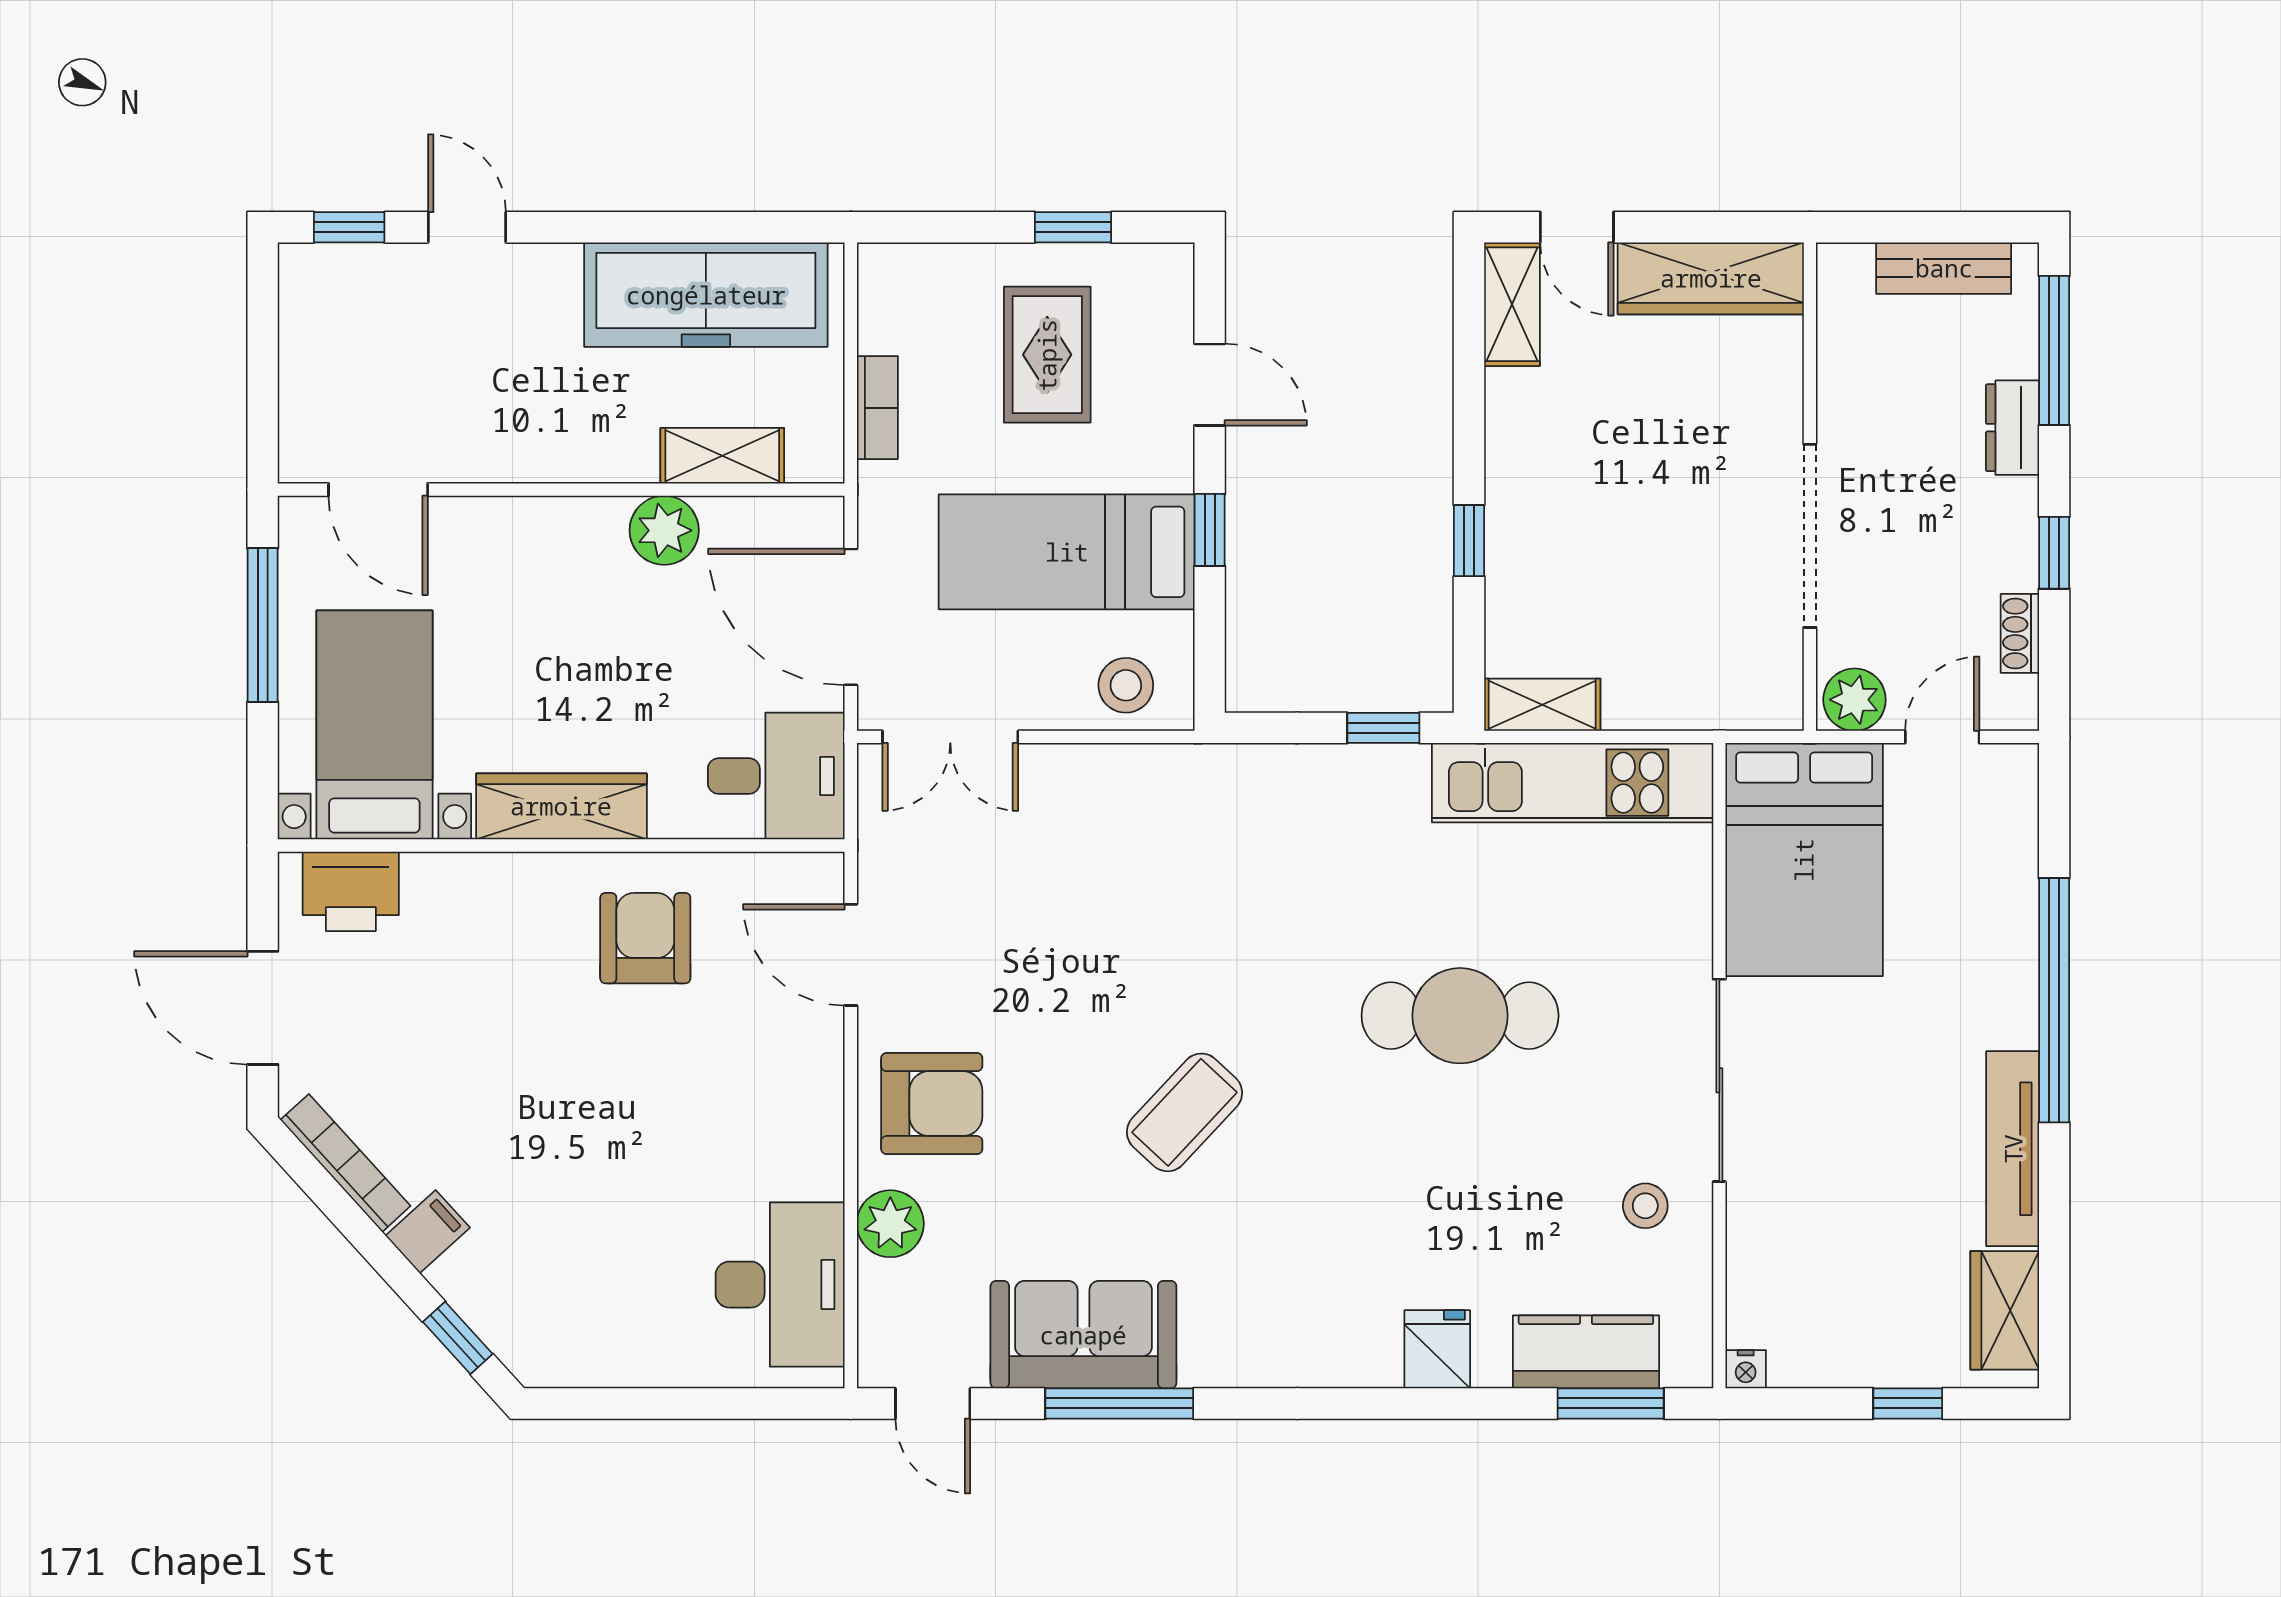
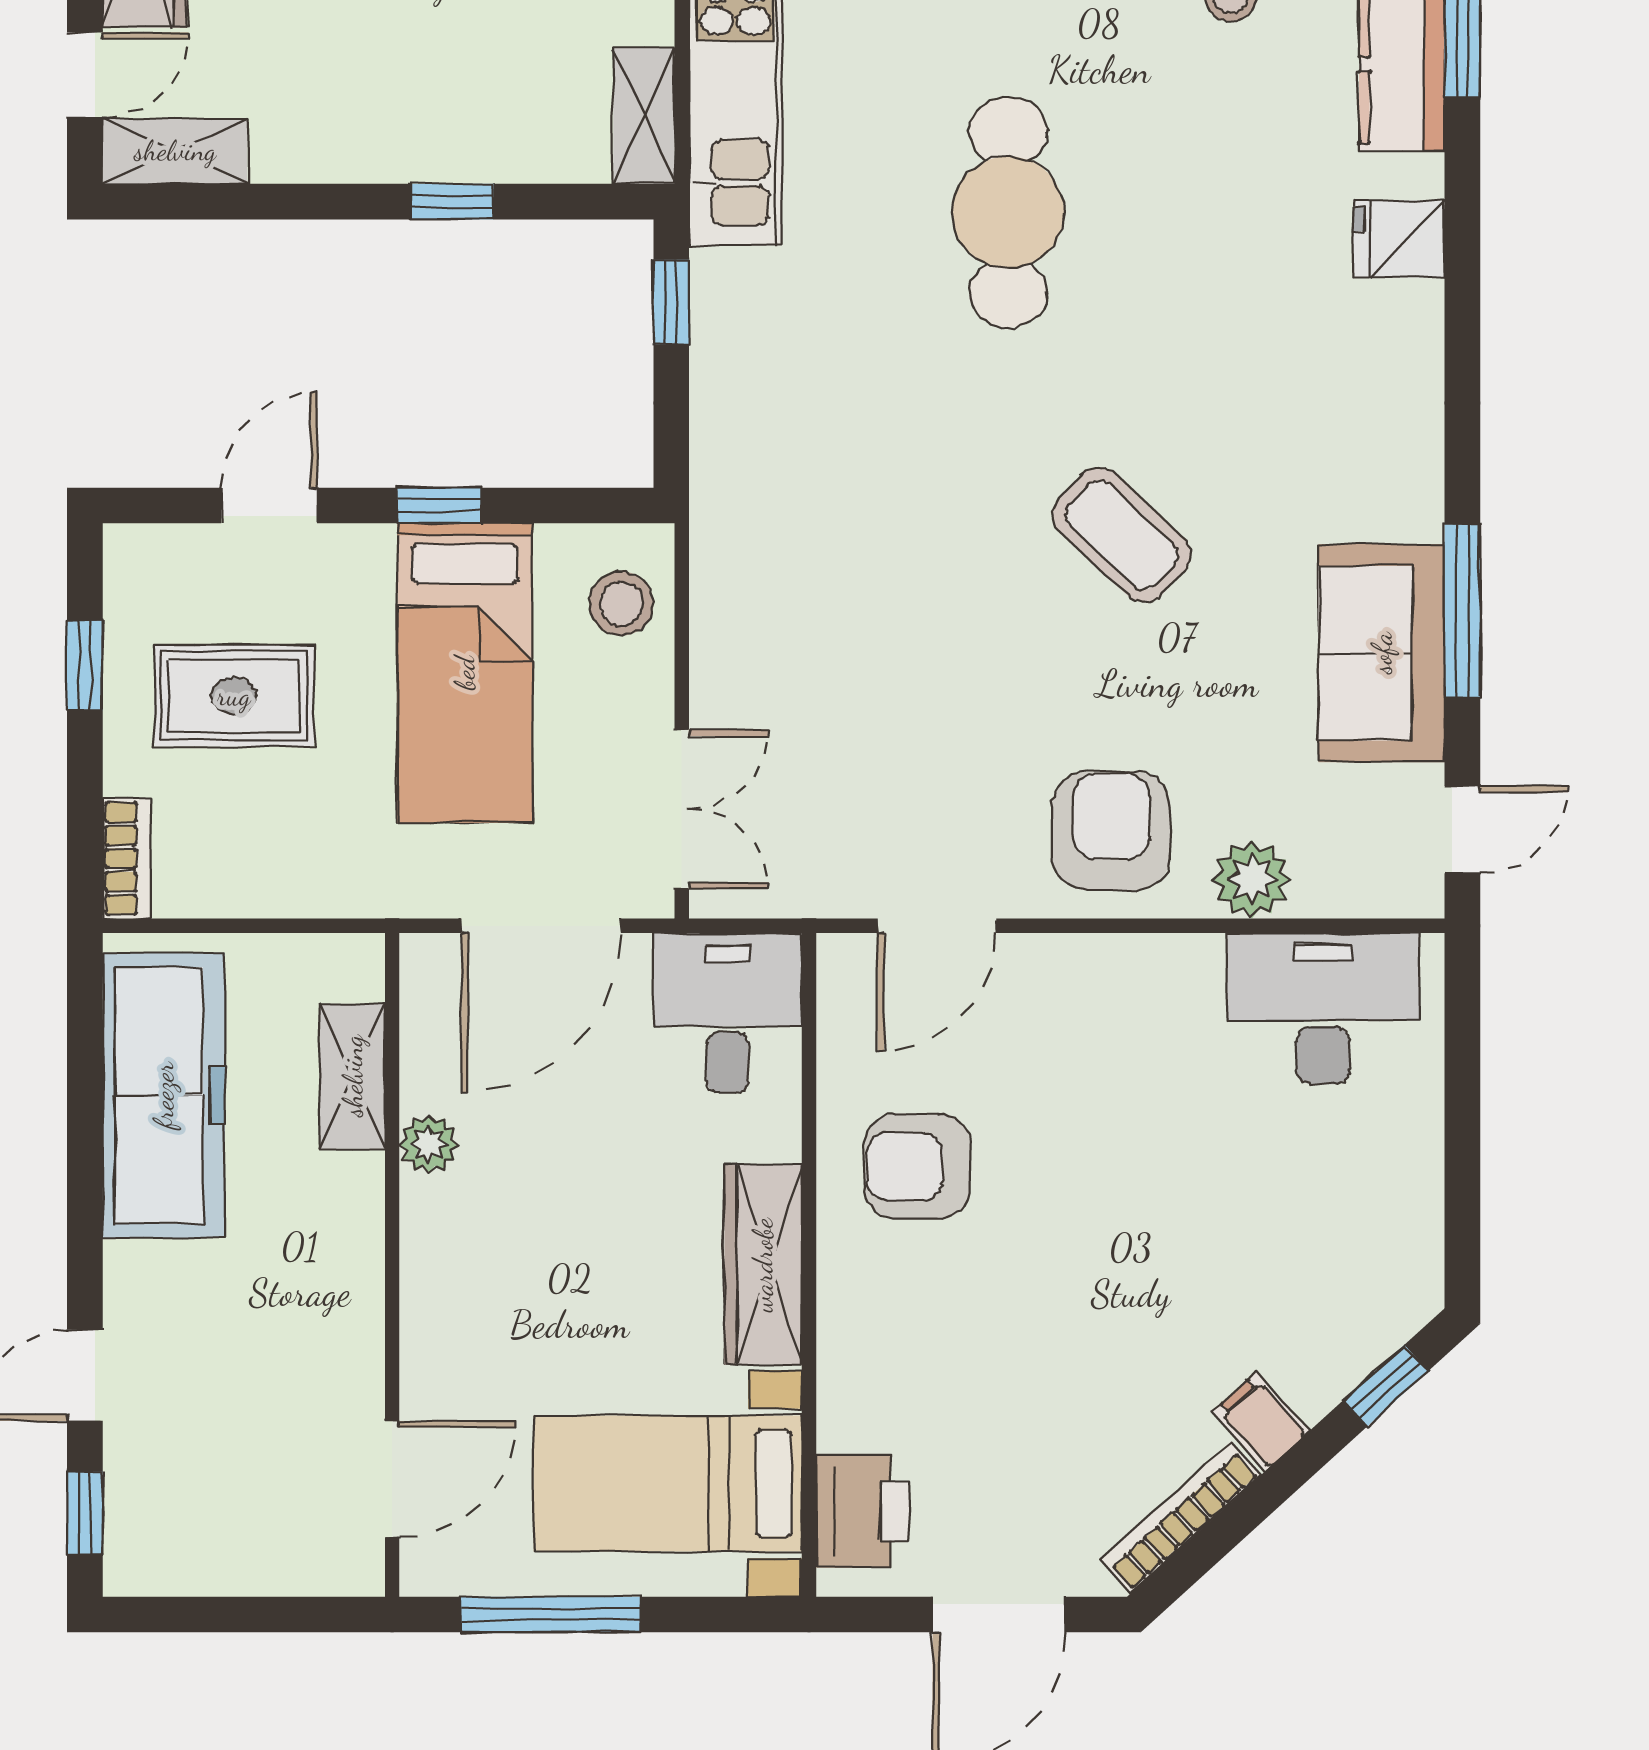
bookcase: (877, 408) -> (127, 858), moved, turned 90
plant: (664, 530) -> (429, 1144), width x0.73, depth x0.73

